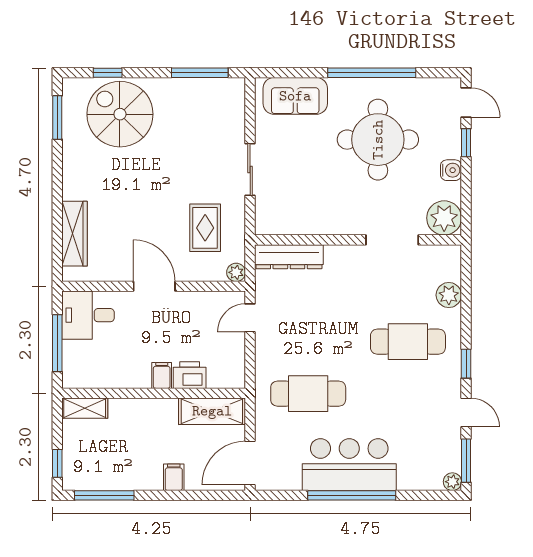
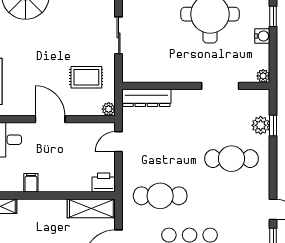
plant: (444, 218) -> (263, 76), width x0.53, depth x0.53
rug: (205, 228) -> (86, 77), turned 90
window: (466, 364) -> (273, 126), moved
filing cabinet: (162, 375) -> (31, 183), moved
printer: (190, 375) -> (104, 183), moved

